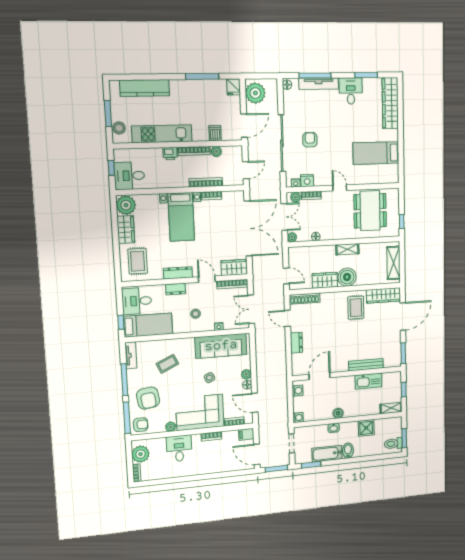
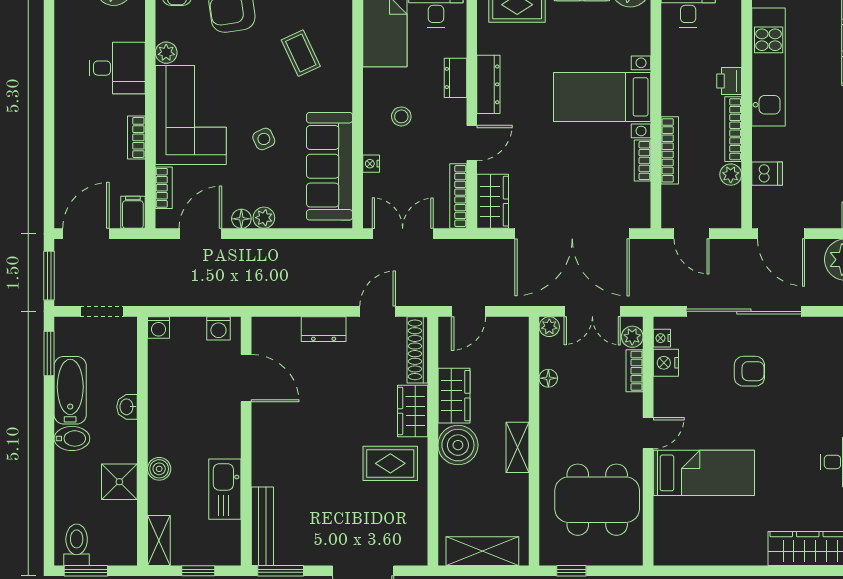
bed: (376, 153) -> (704, 473), moved, turned 90
wardrobe: (383, 295) -> (413, 411), moved, width x0.67
bench: (366, 365) -> (262, 526), moved
boiler: (338, 413) -> (159, 469), moved

